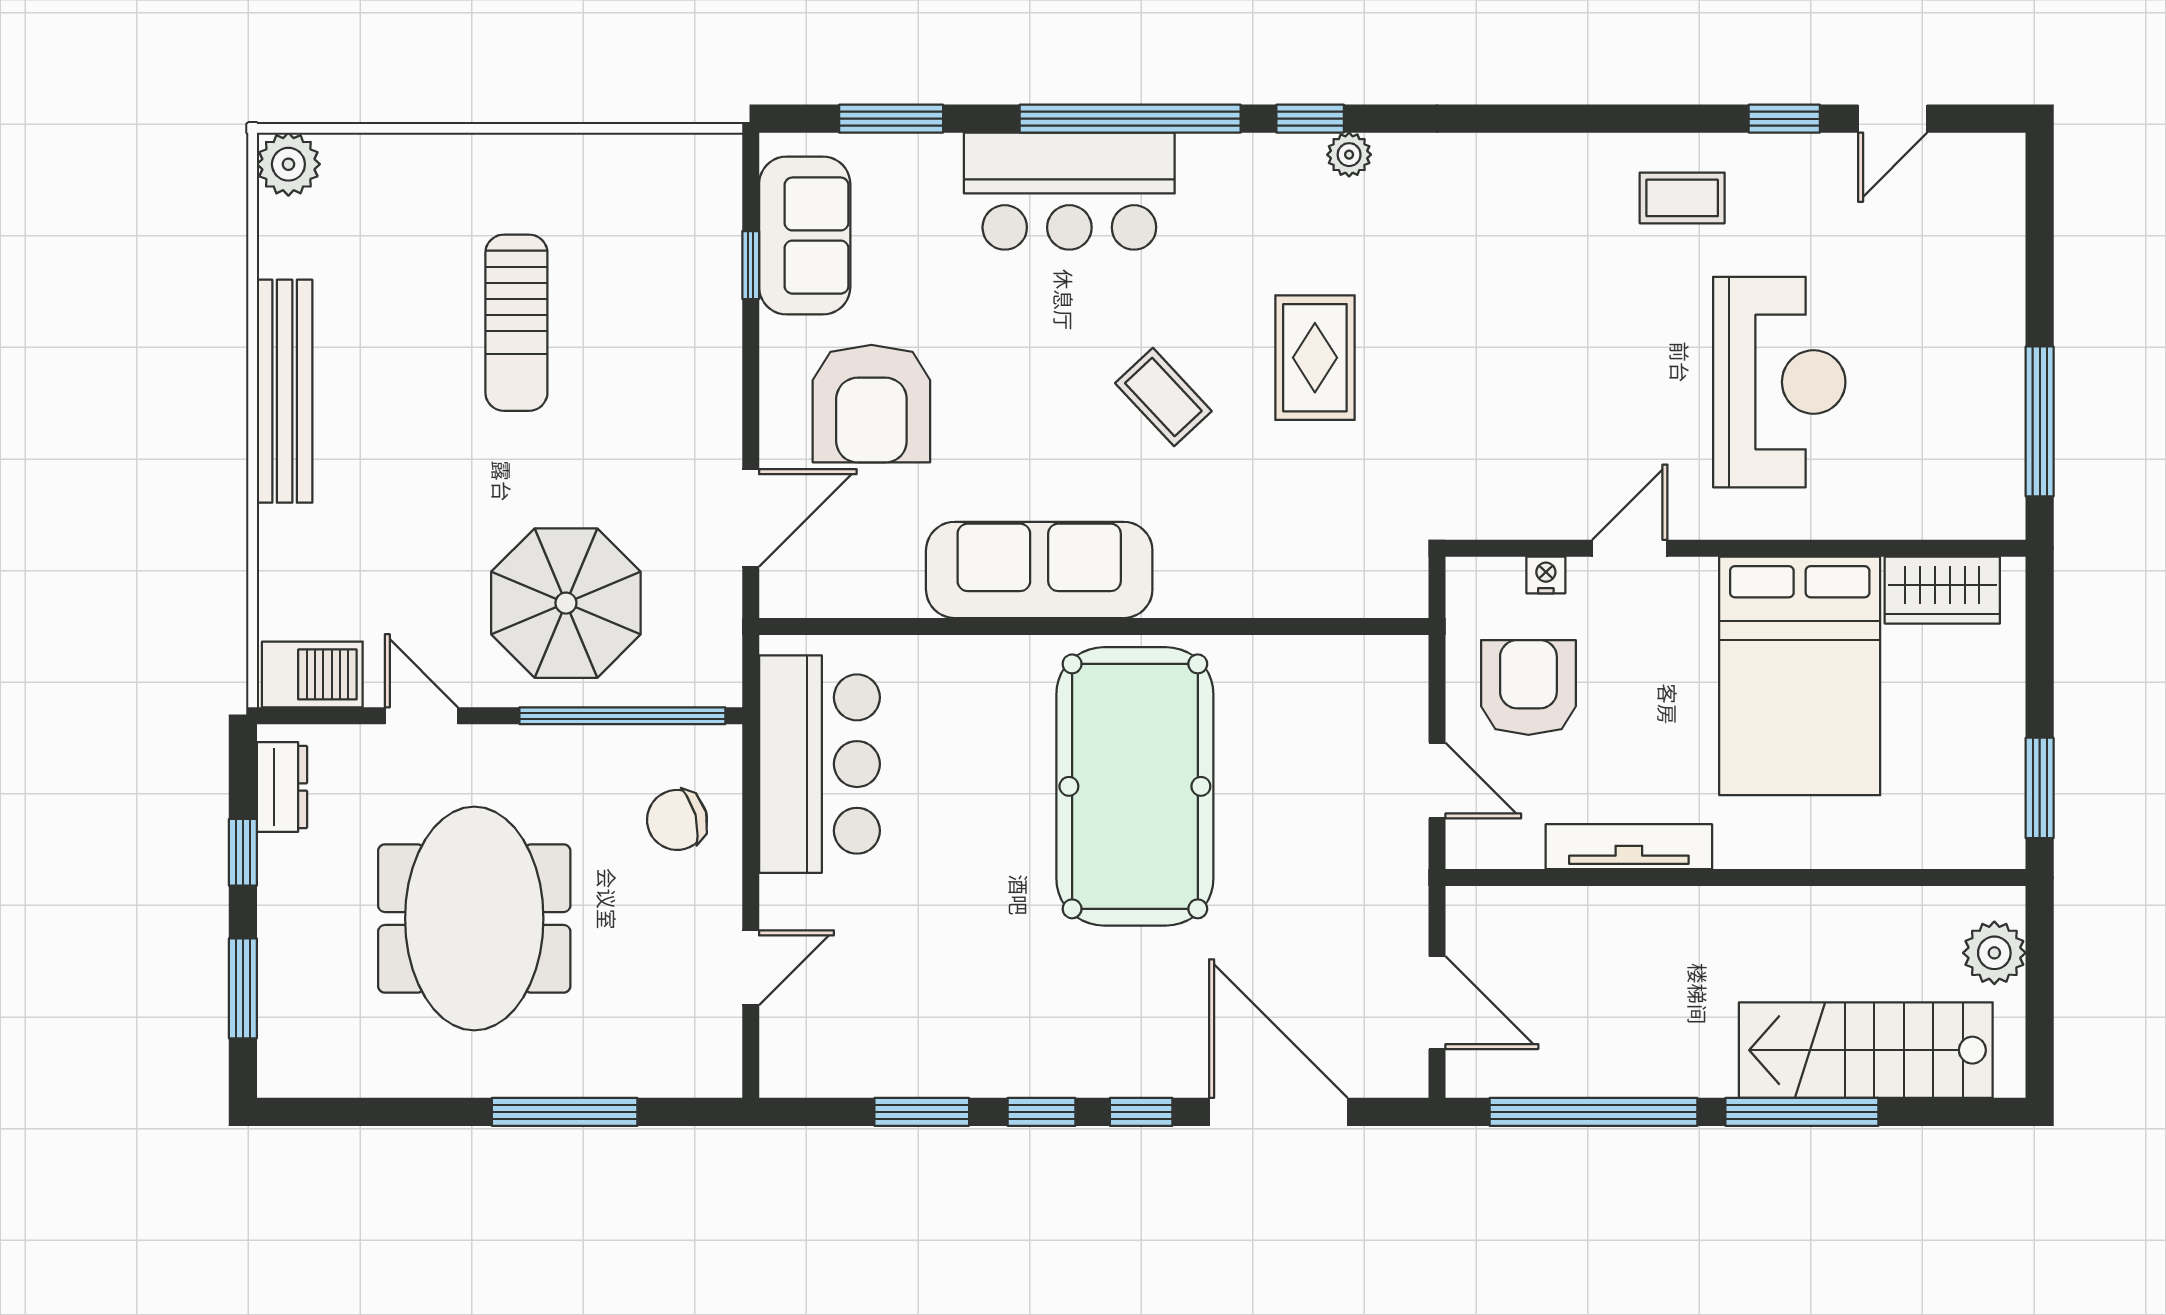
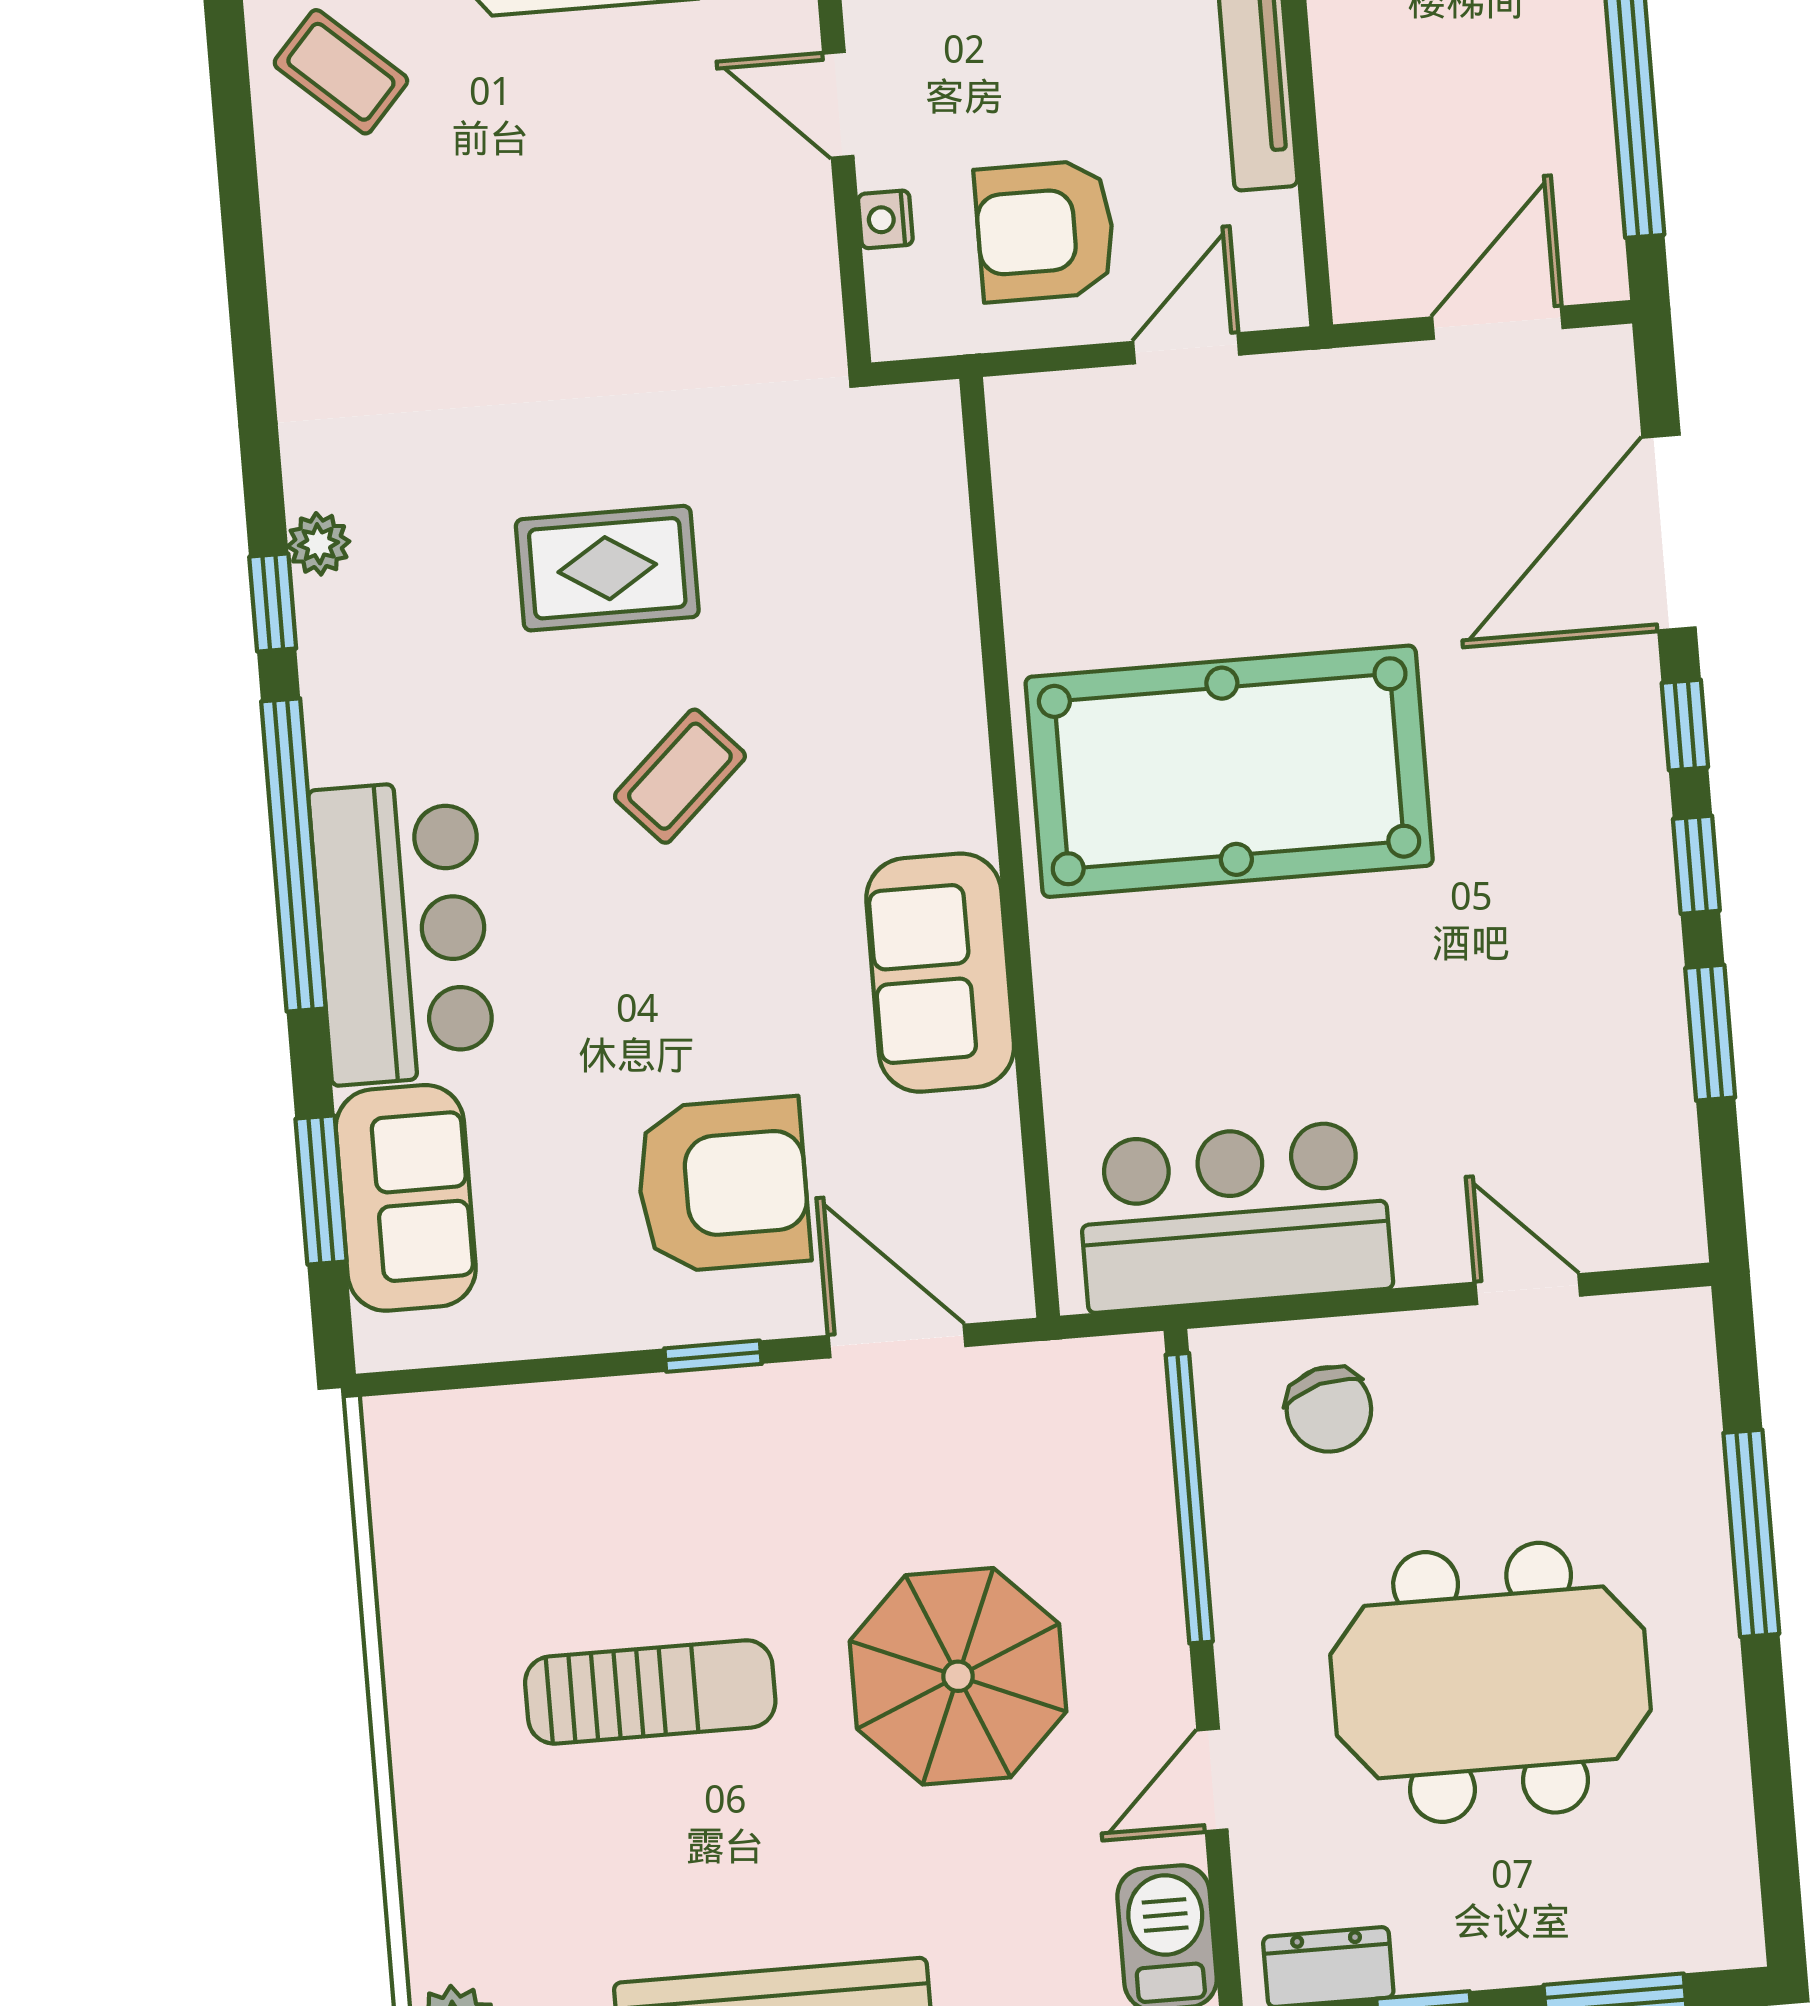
coffee table: (1682, 198) -> (341, 72), turned -48
sofa: (805, 236) -> (406, 1198), moved, turned 90
window: (751, 265) -> (713, 1356), moved
sofa: (1039, 570) -> (940, 973), width x0.73
parasol: (566, 603) -> (958, 1676), moved

